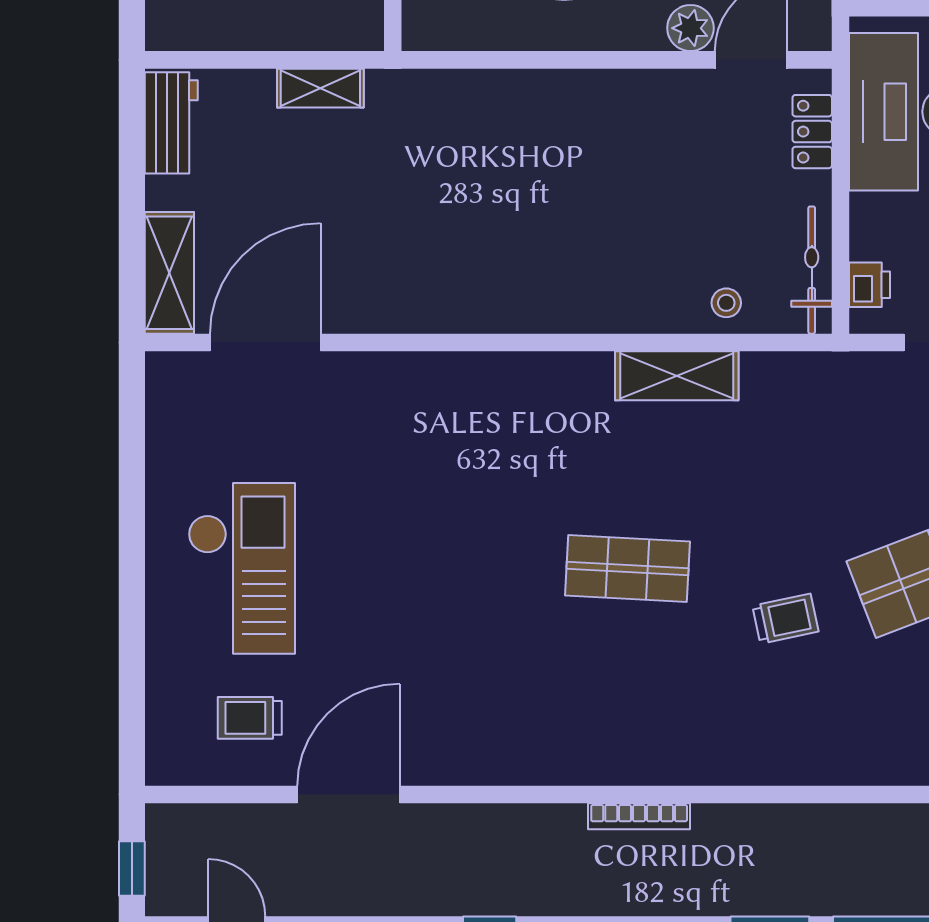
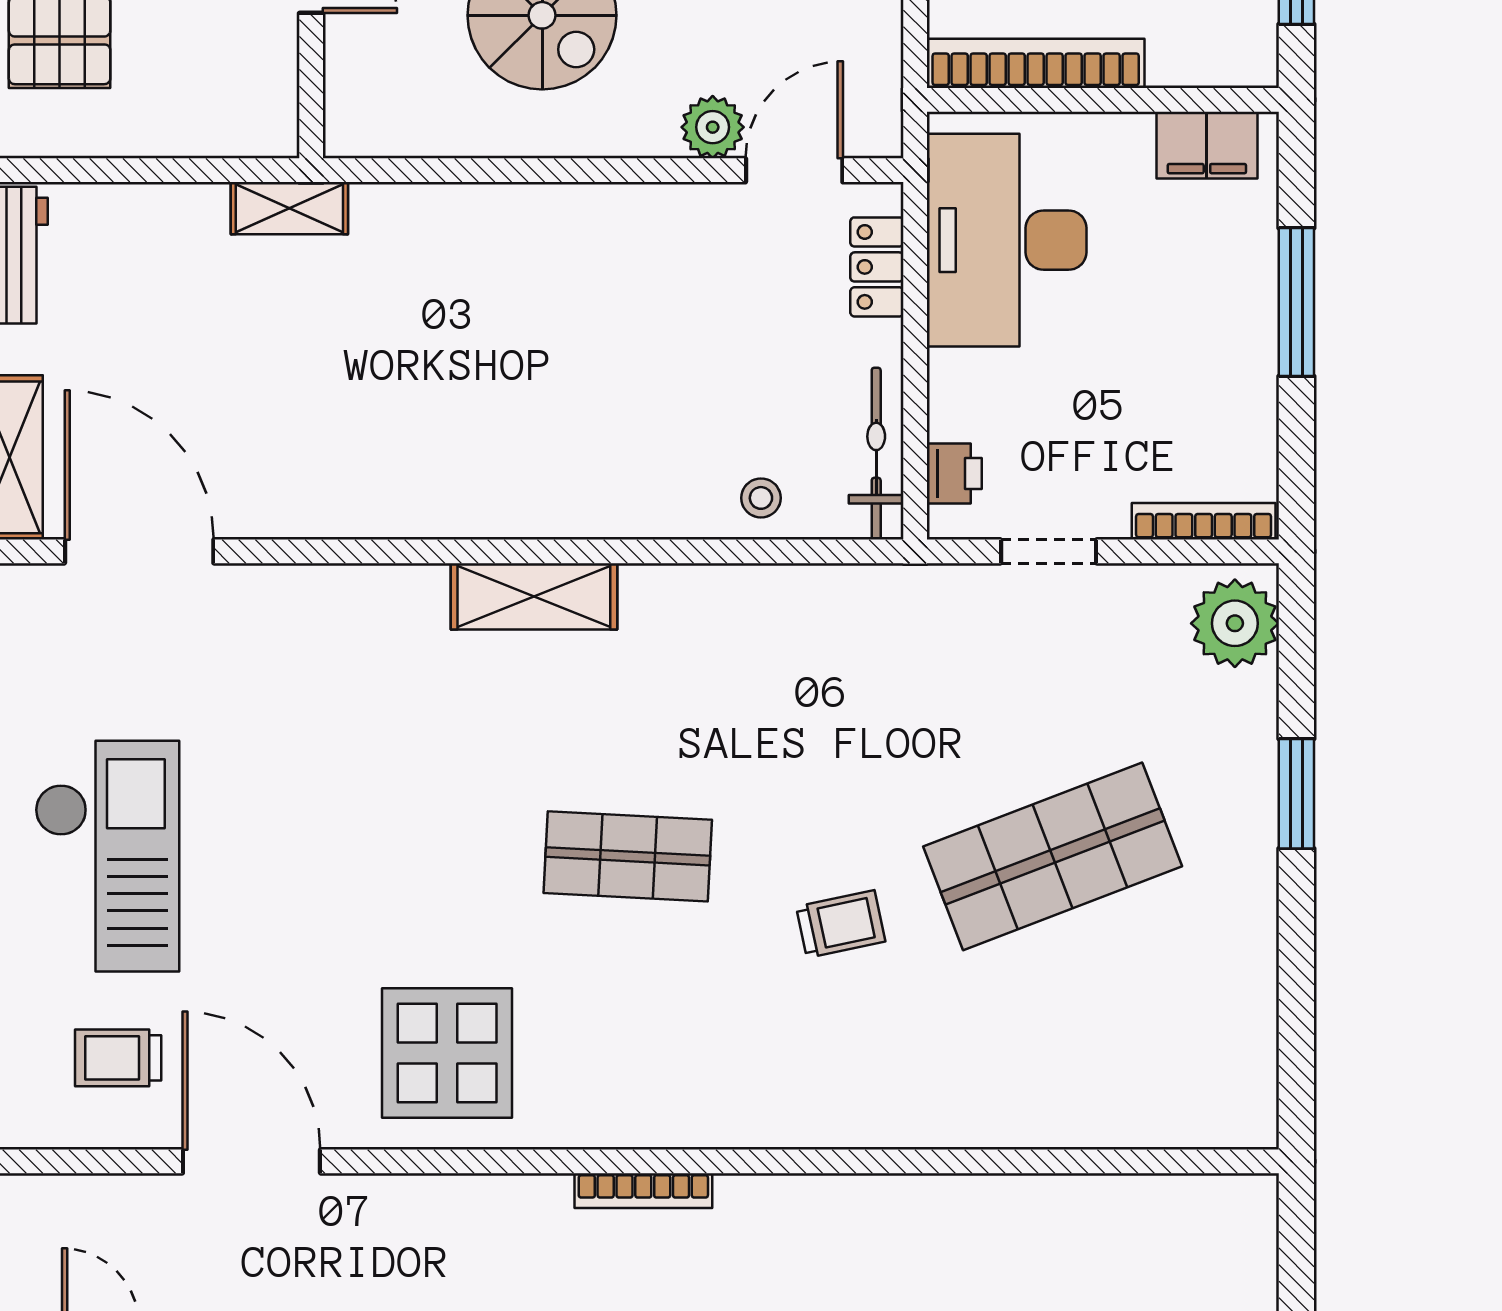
shelving: (320, 88) -> (289, 208), moved
door: (265, 342) -> (139, 551), hinge flipped
shelving: (677, 376) -> (534, 596), moved
display table: (494, 714) -> (447, 1053), added
door: (349, 795) -> (251, 1161), hinge flipped

